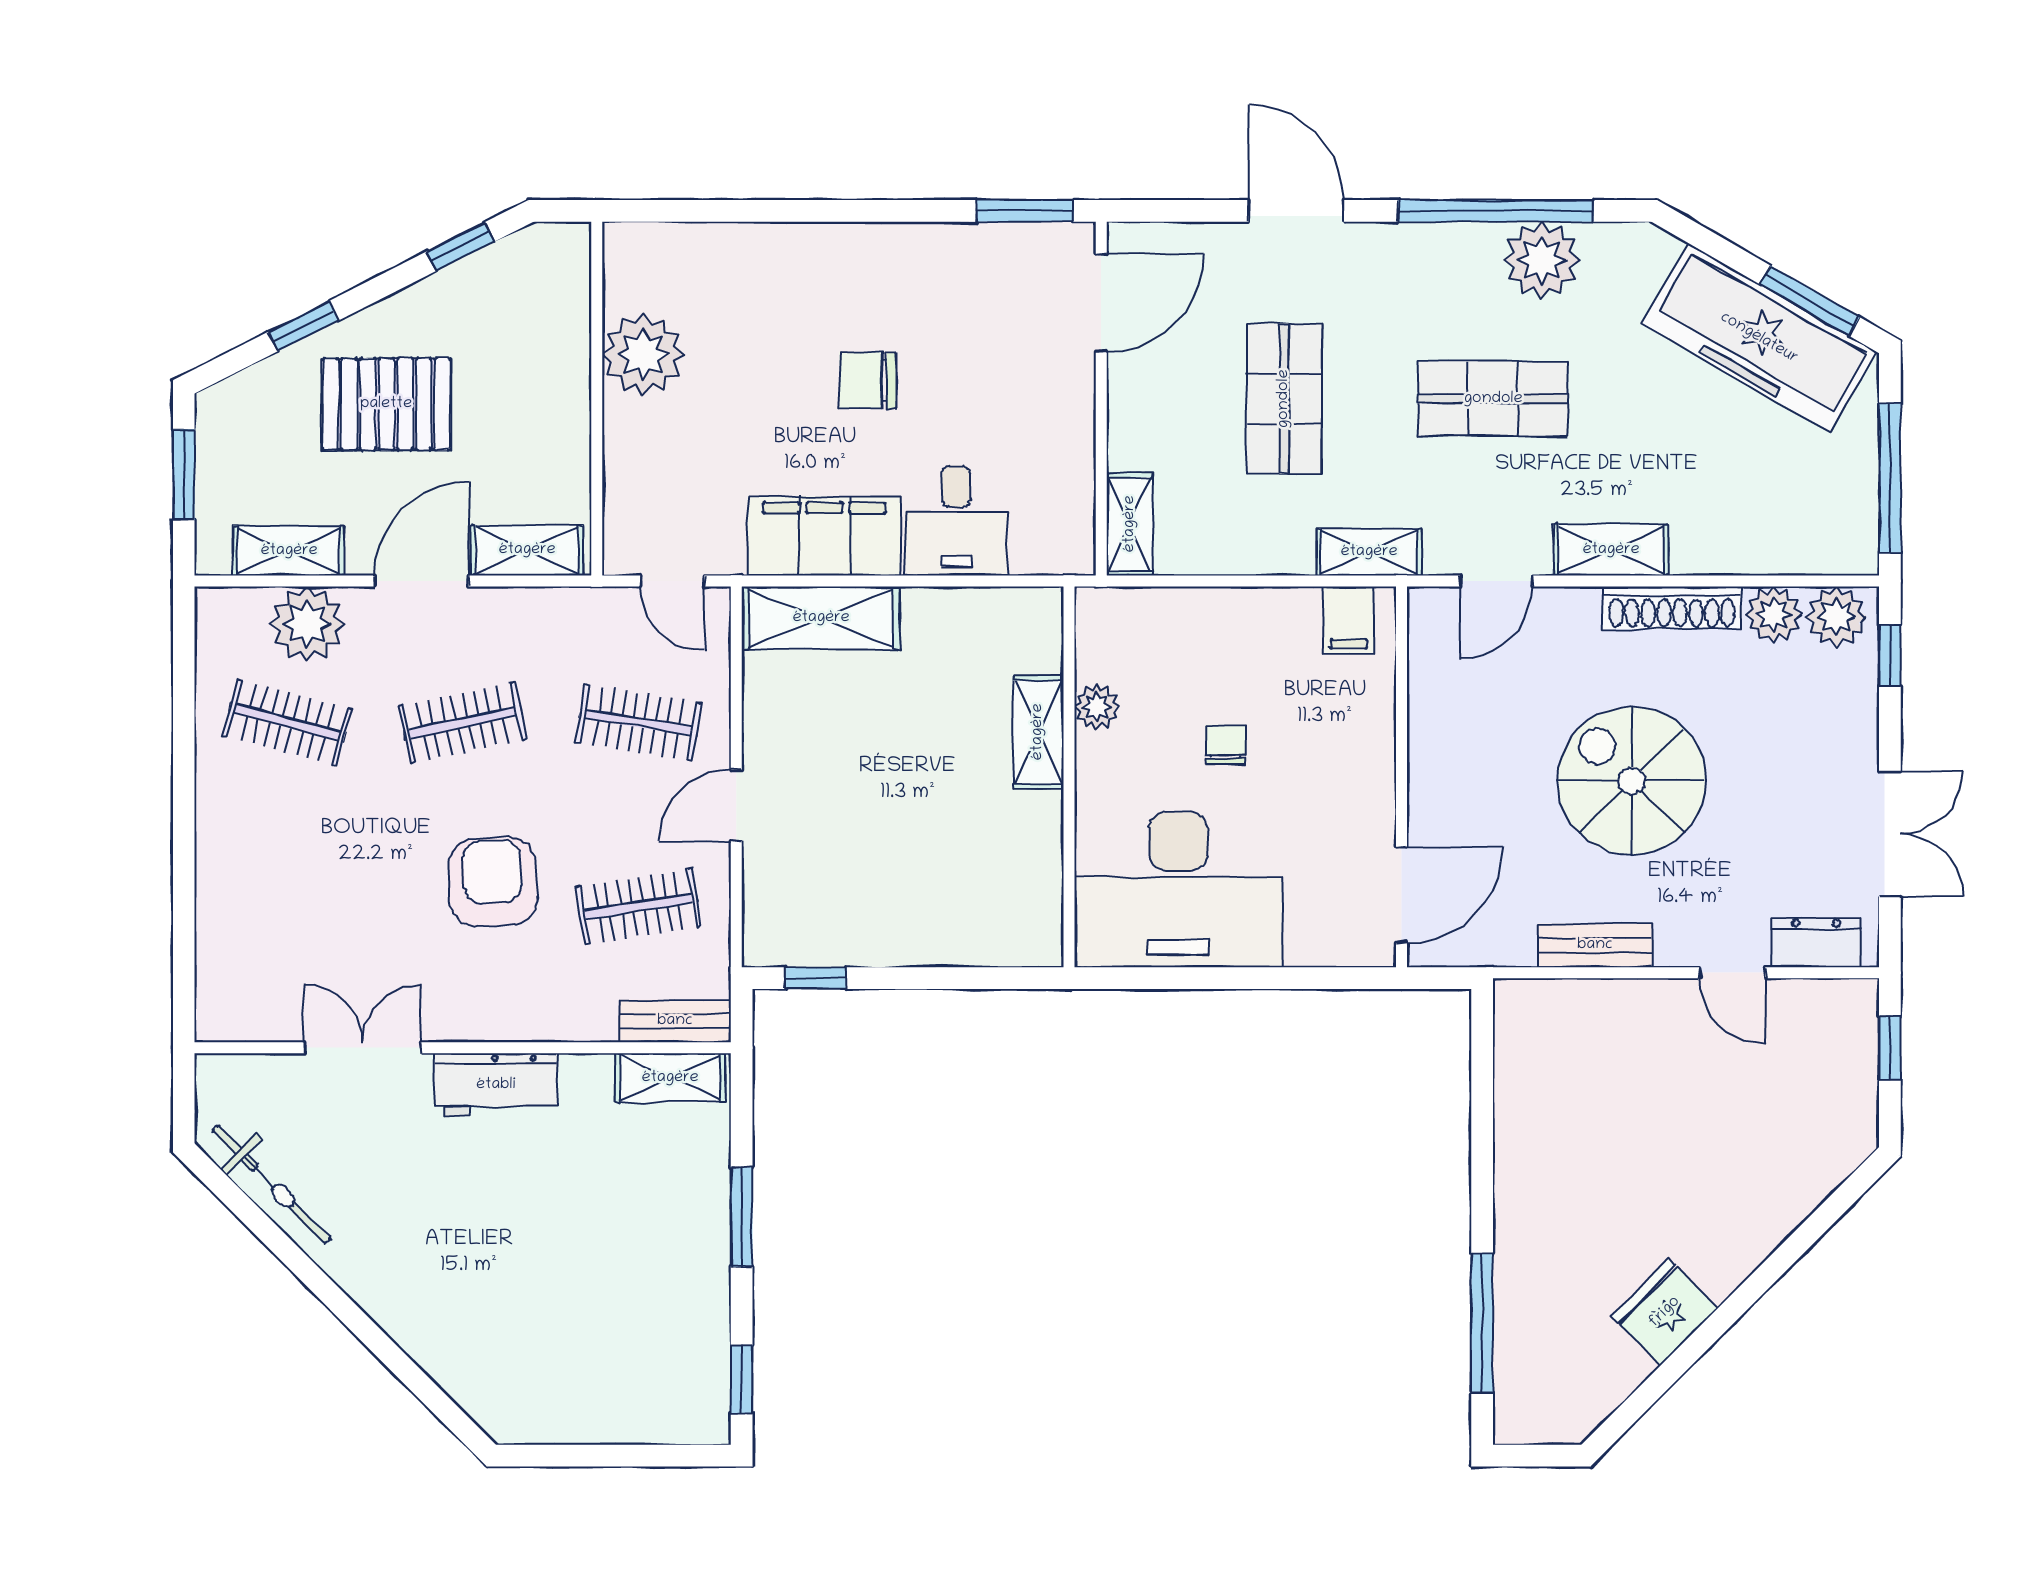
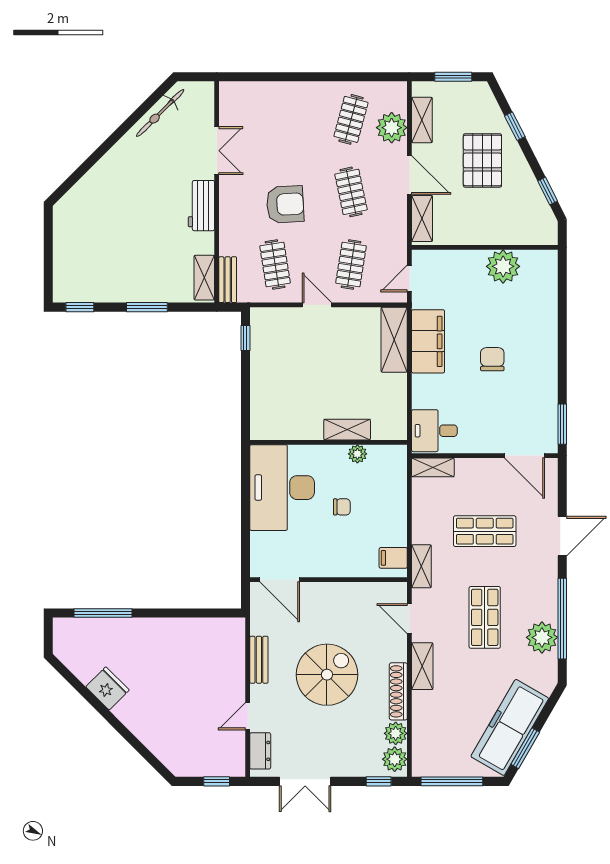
desk: (957, 521) -> (434, 431), moved

